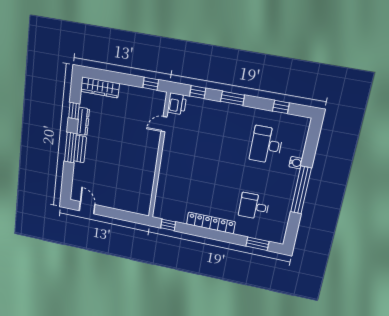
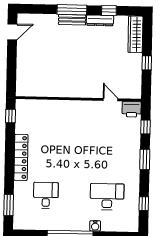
window: (151, 84) -> (147, 63), moved

